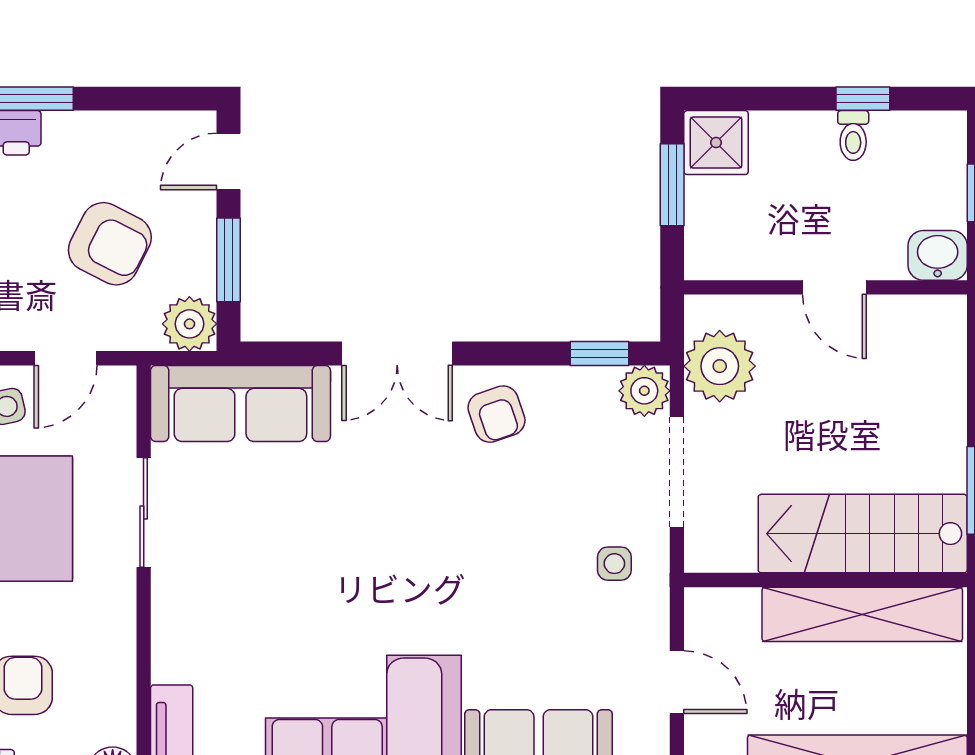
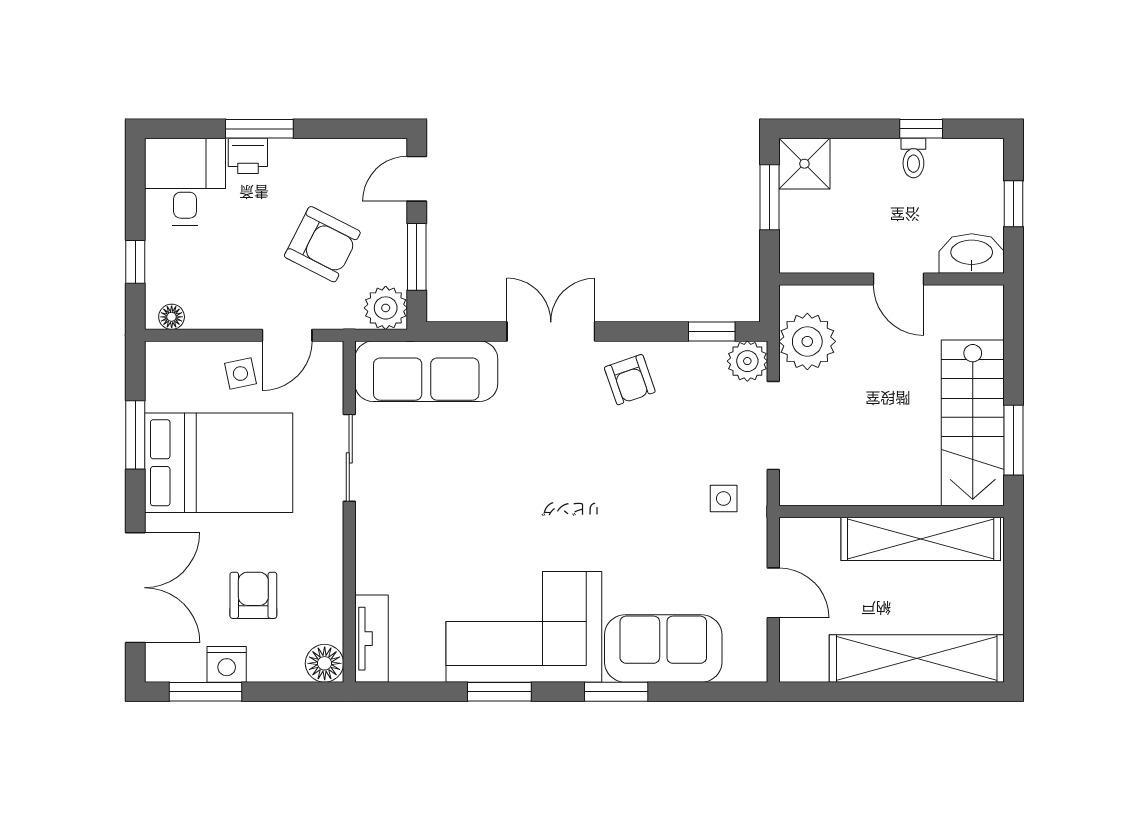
washbasin: (938, 255) -> (972, 253), width x1.38
double door: (397, 353) -> (551, 331), swing flipped
stairs: (863, 534) -> (973, 423), moved, turned -90

